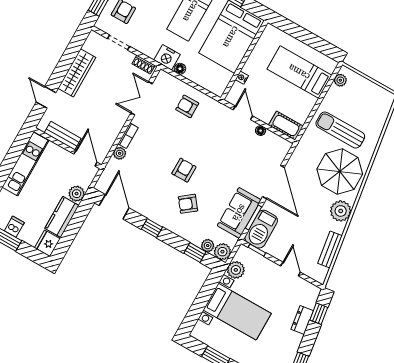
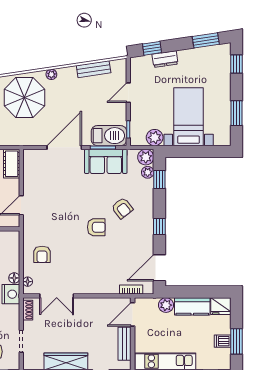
floor lamp: (261, 131) -> (28, 282), moved
bookcase: (128, 136) -> (131, 290), moved
plant: (120, 153) -> (113, 288), removed
armchair: (184, 170) -> (96, 227), turned 180
plant: (341, 211) -> (51, 74), width x0.53, depth x0.53

